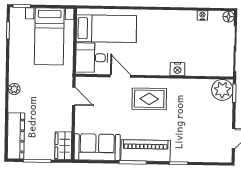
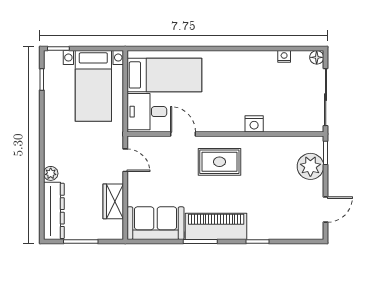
plant: (14, 89) -> (51, 173), moved
plant: (222, 90) -> (310, 166), moved
wardrobe: (63, 146) -> (113, 201), moved

